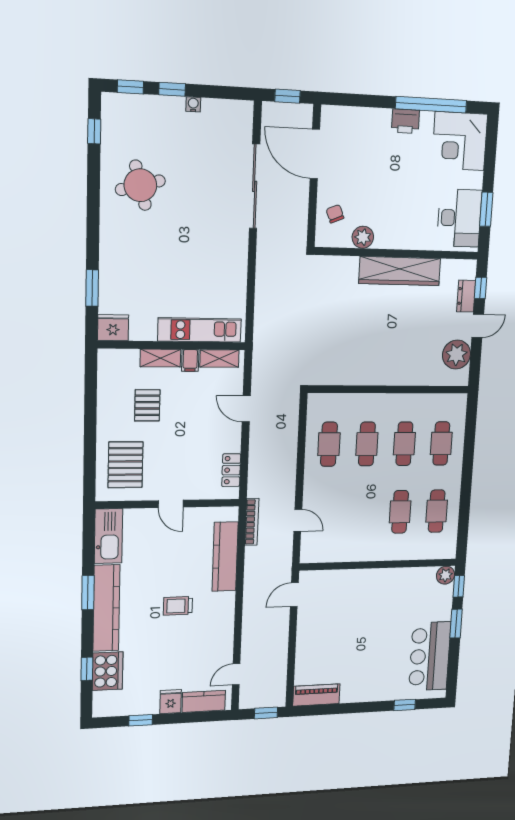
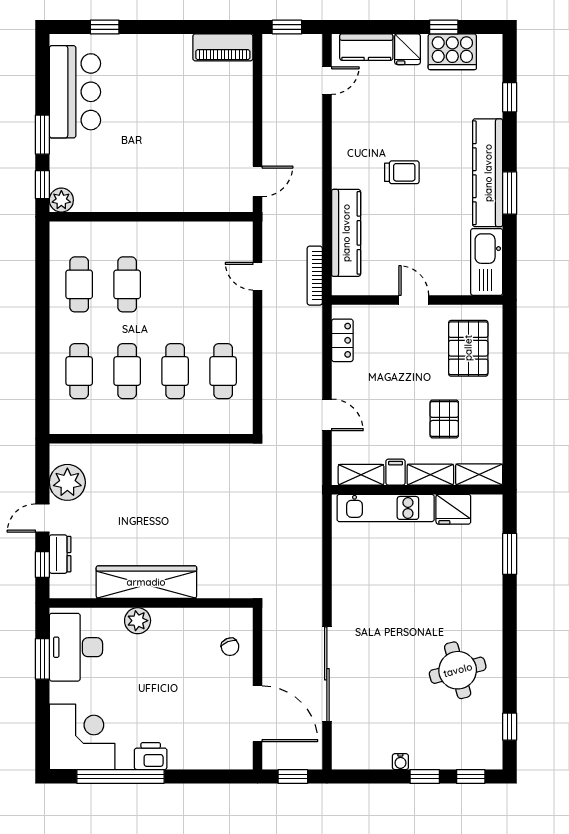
plant: (363, 237) -> (138, 621), moved
fridge: (113, 328) -> (453, 509), moved
shelving: (118, 358) -> (479, 474), added
cooker: (108, 671) -> (452, 52), moved, turned -90

